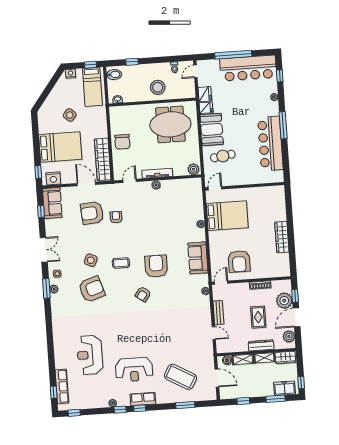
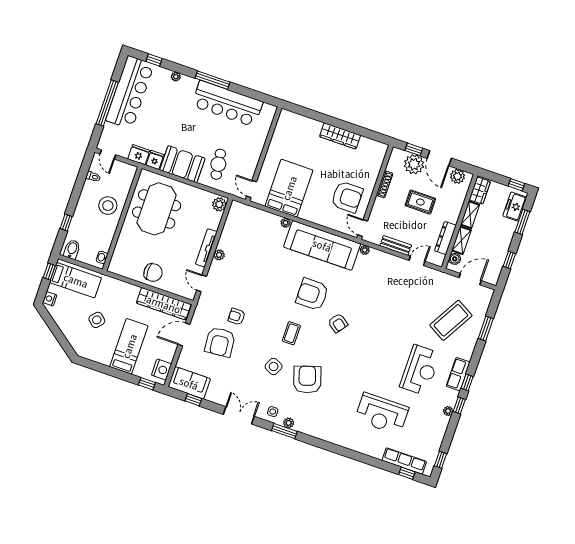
bed: (60, 147) -> (129, 346), width x0.67
sofa: (198, 258) -> (322, 245), width x1.85, depth x1.27
dresser: (261, 345) -> (445, 238), moved

